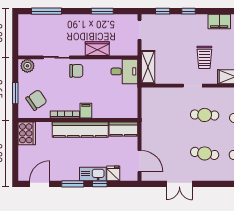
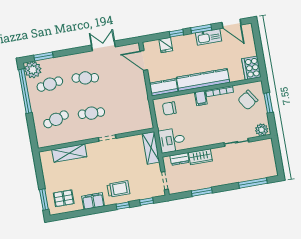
dresser: (120, 50) -> (180, 159), added
trolley: (204, 57) -> (118, 189), moved, turned 90
chair: (76, 71) -> (169, 108), moved
kitchen sink: (93, 174) -> (209, 37), moved
door: (40, 184) -> (231, 24), hinge flipped

